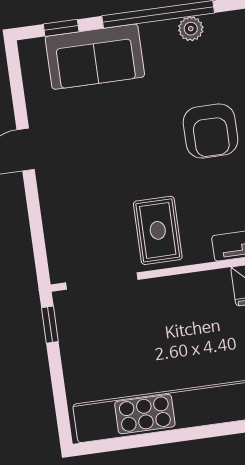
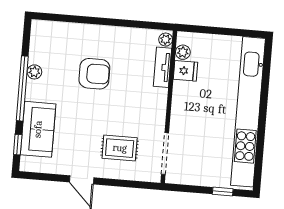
rug: (158, 230) -> (120, 148), moved
window: (50, 325) -> (223, 191), moved

